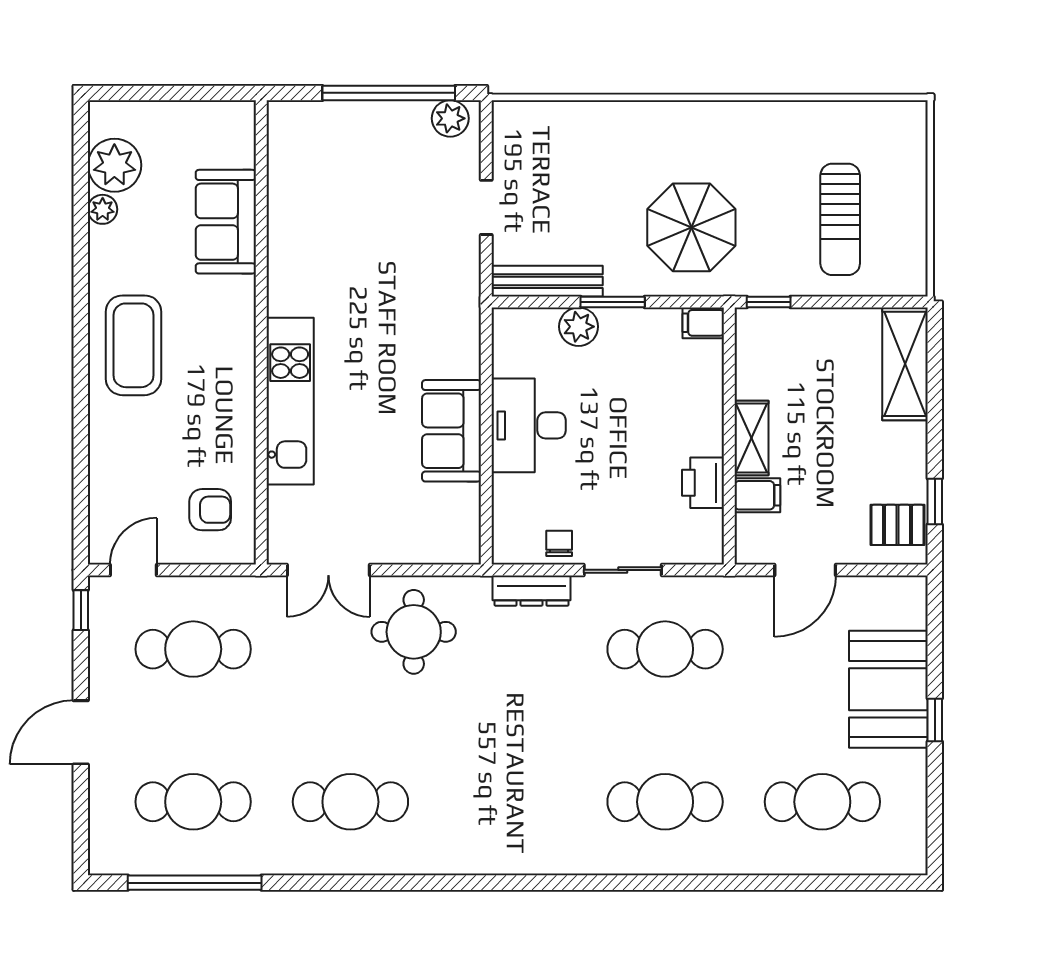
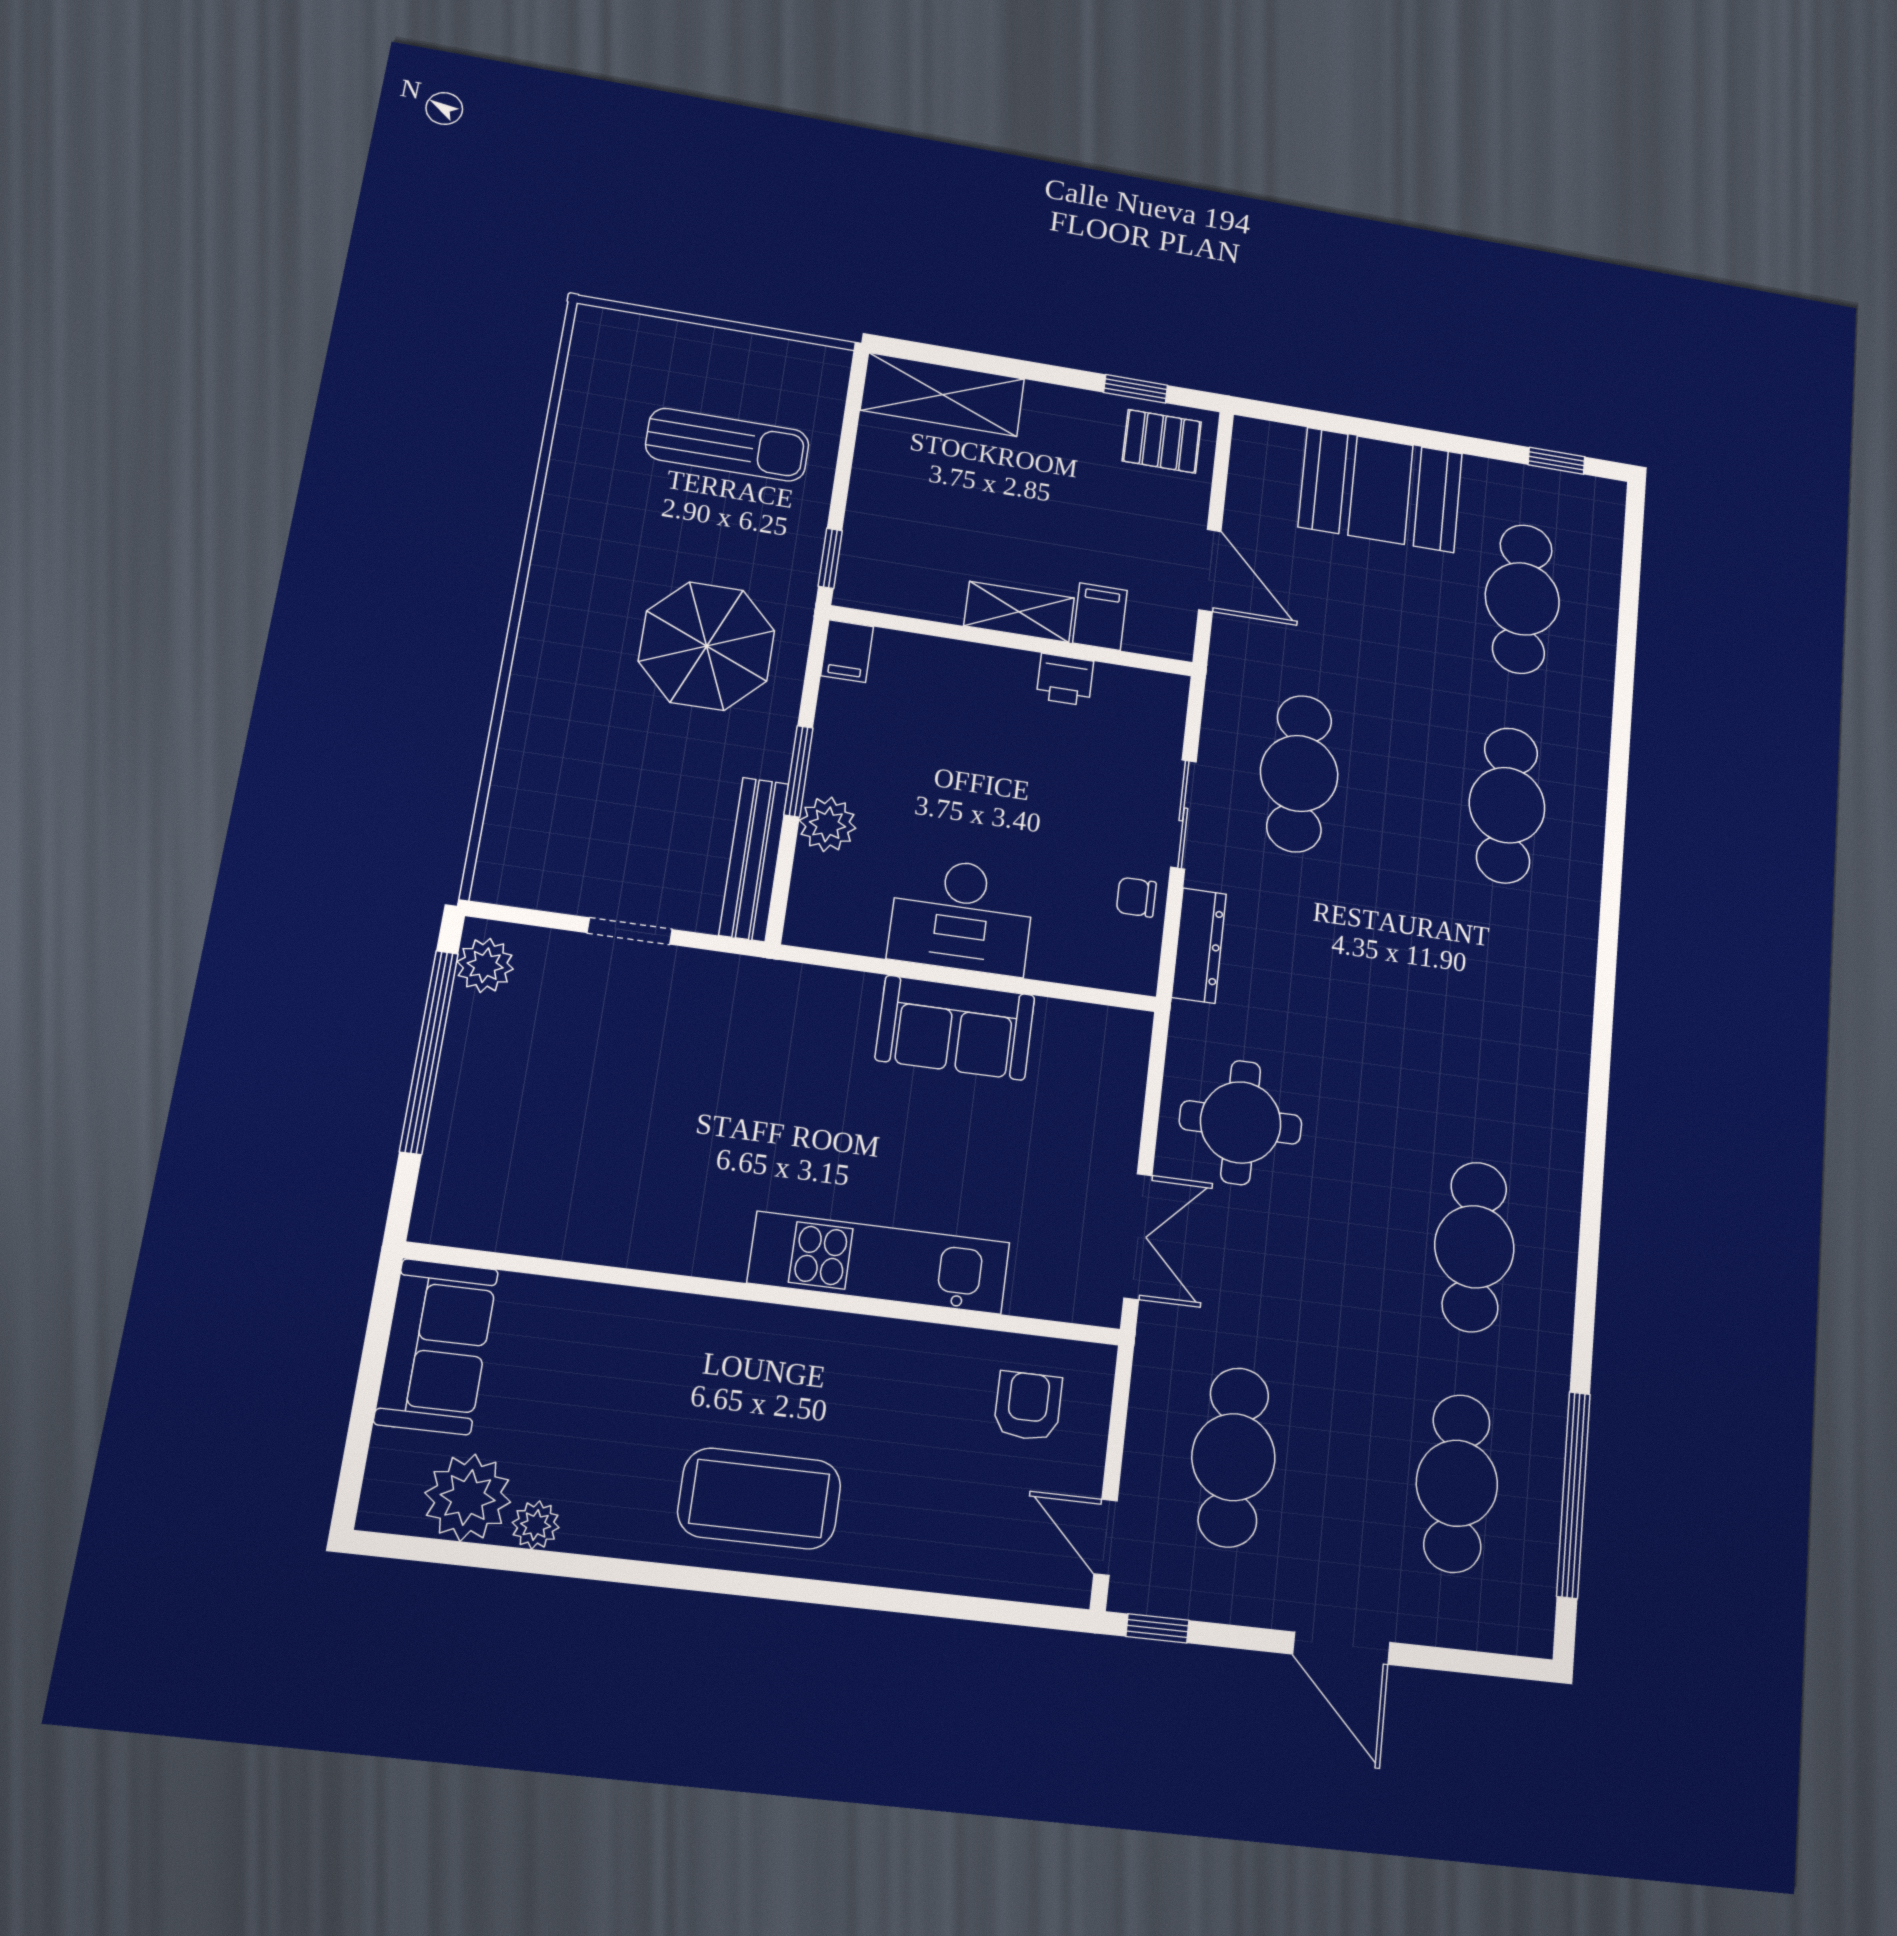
sofa: (226, 222) -> (436, 1346), moved, turned -90
printer: (703, 483) -> (1065, 680), width x0.73, depth x0.81
pallet: (898, 525) -> (1162, 441), turned 90
window: (935, 720) -> (1556, 461), moved

